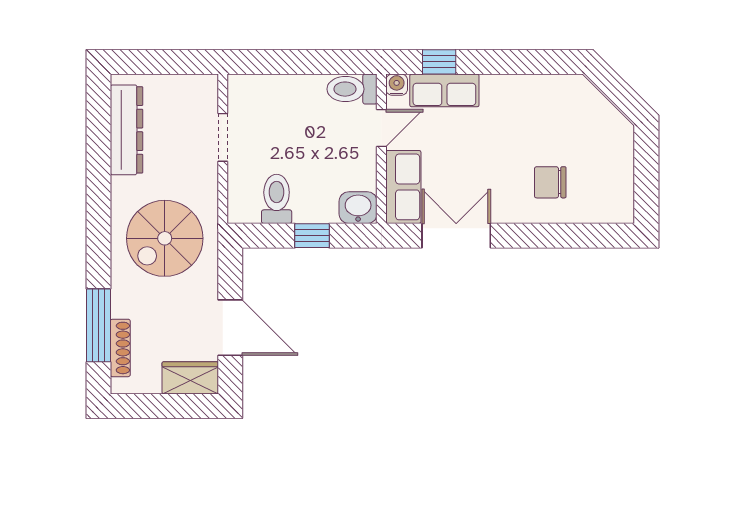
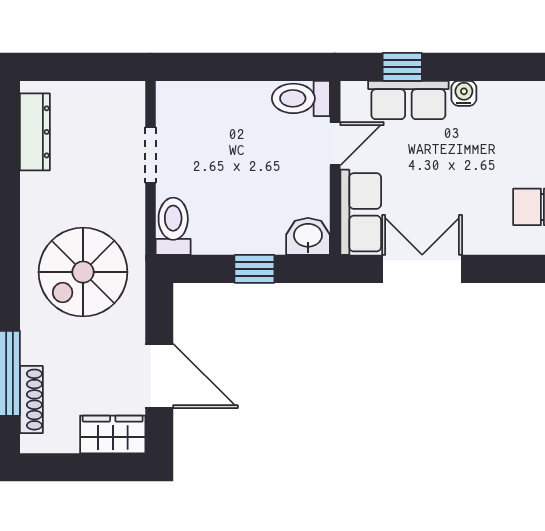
water cooler: (397, 85) -> (464, 93), moved
dresser: (127, 130) -> (35, 132), width x0.73, depth x0.80
toilet: (277, 199) -> (173, 226), moved

